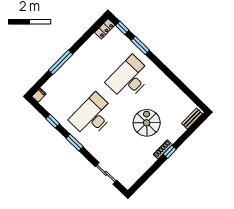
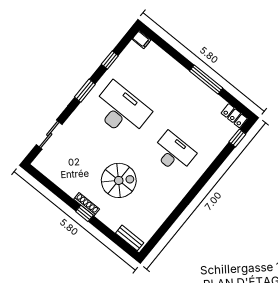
window: (140, 45) -> (217, 163), removed
window: (61, 62) -> (206, 80), moved
desk: (129, 78) -> (173, 153), width x0.73, depth x0.77

